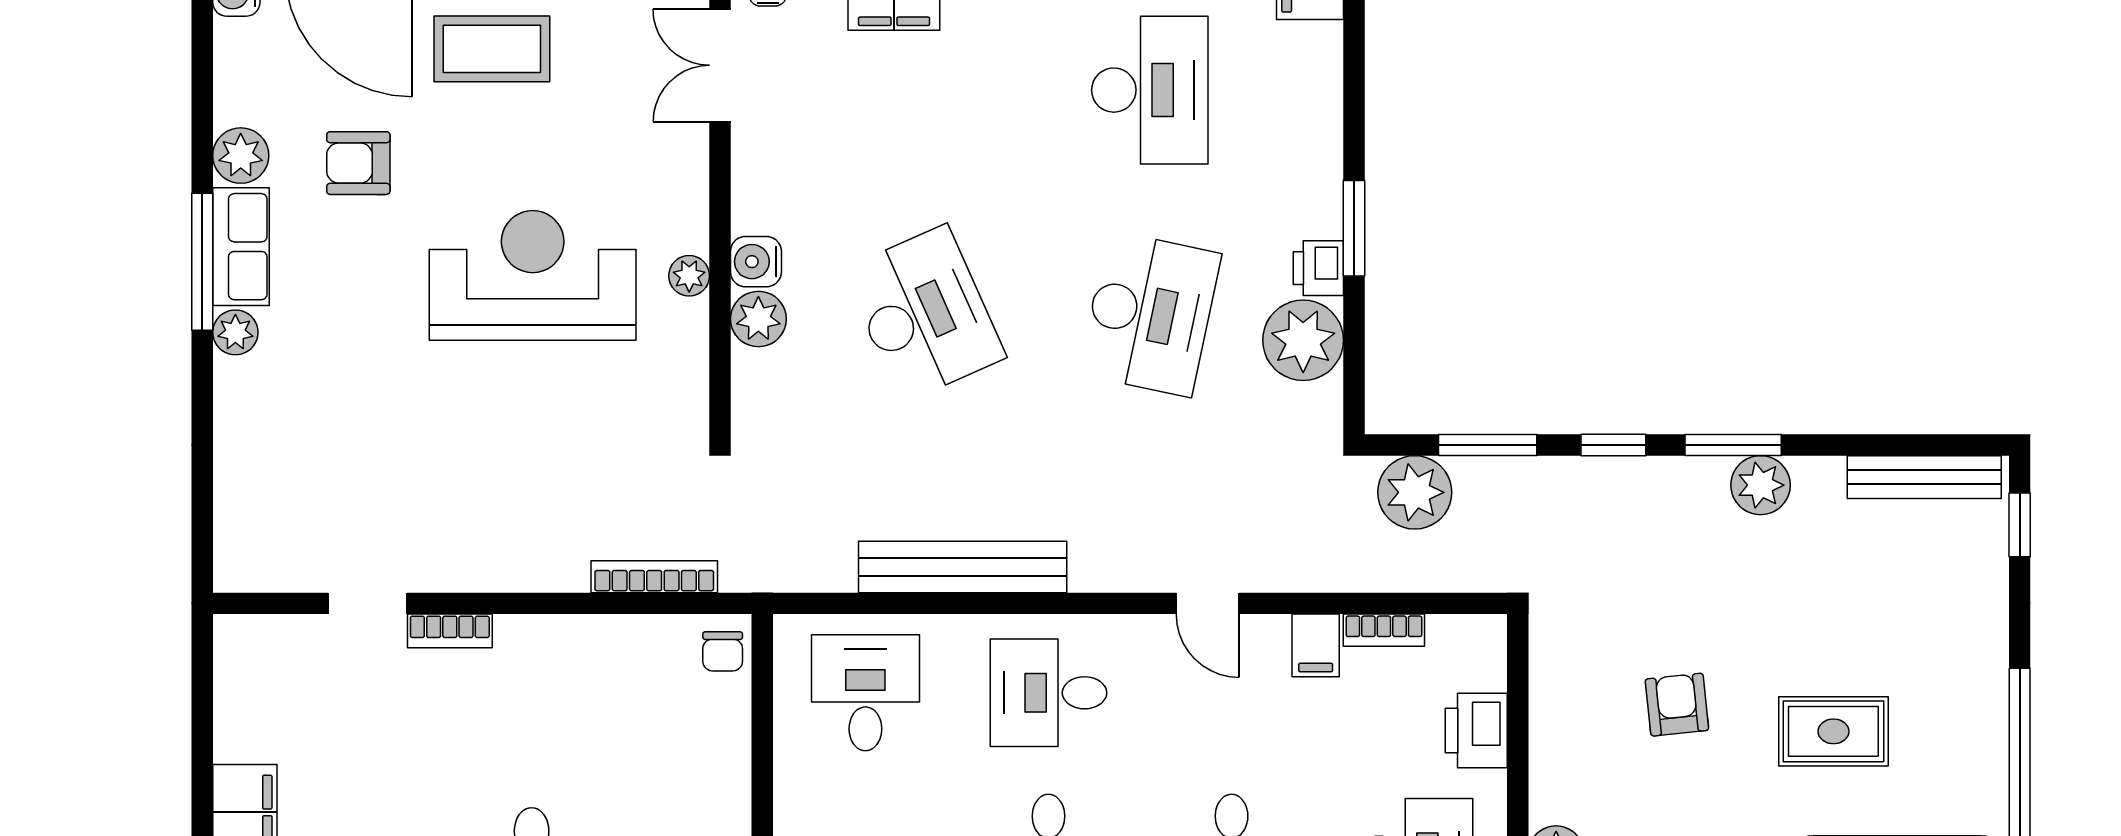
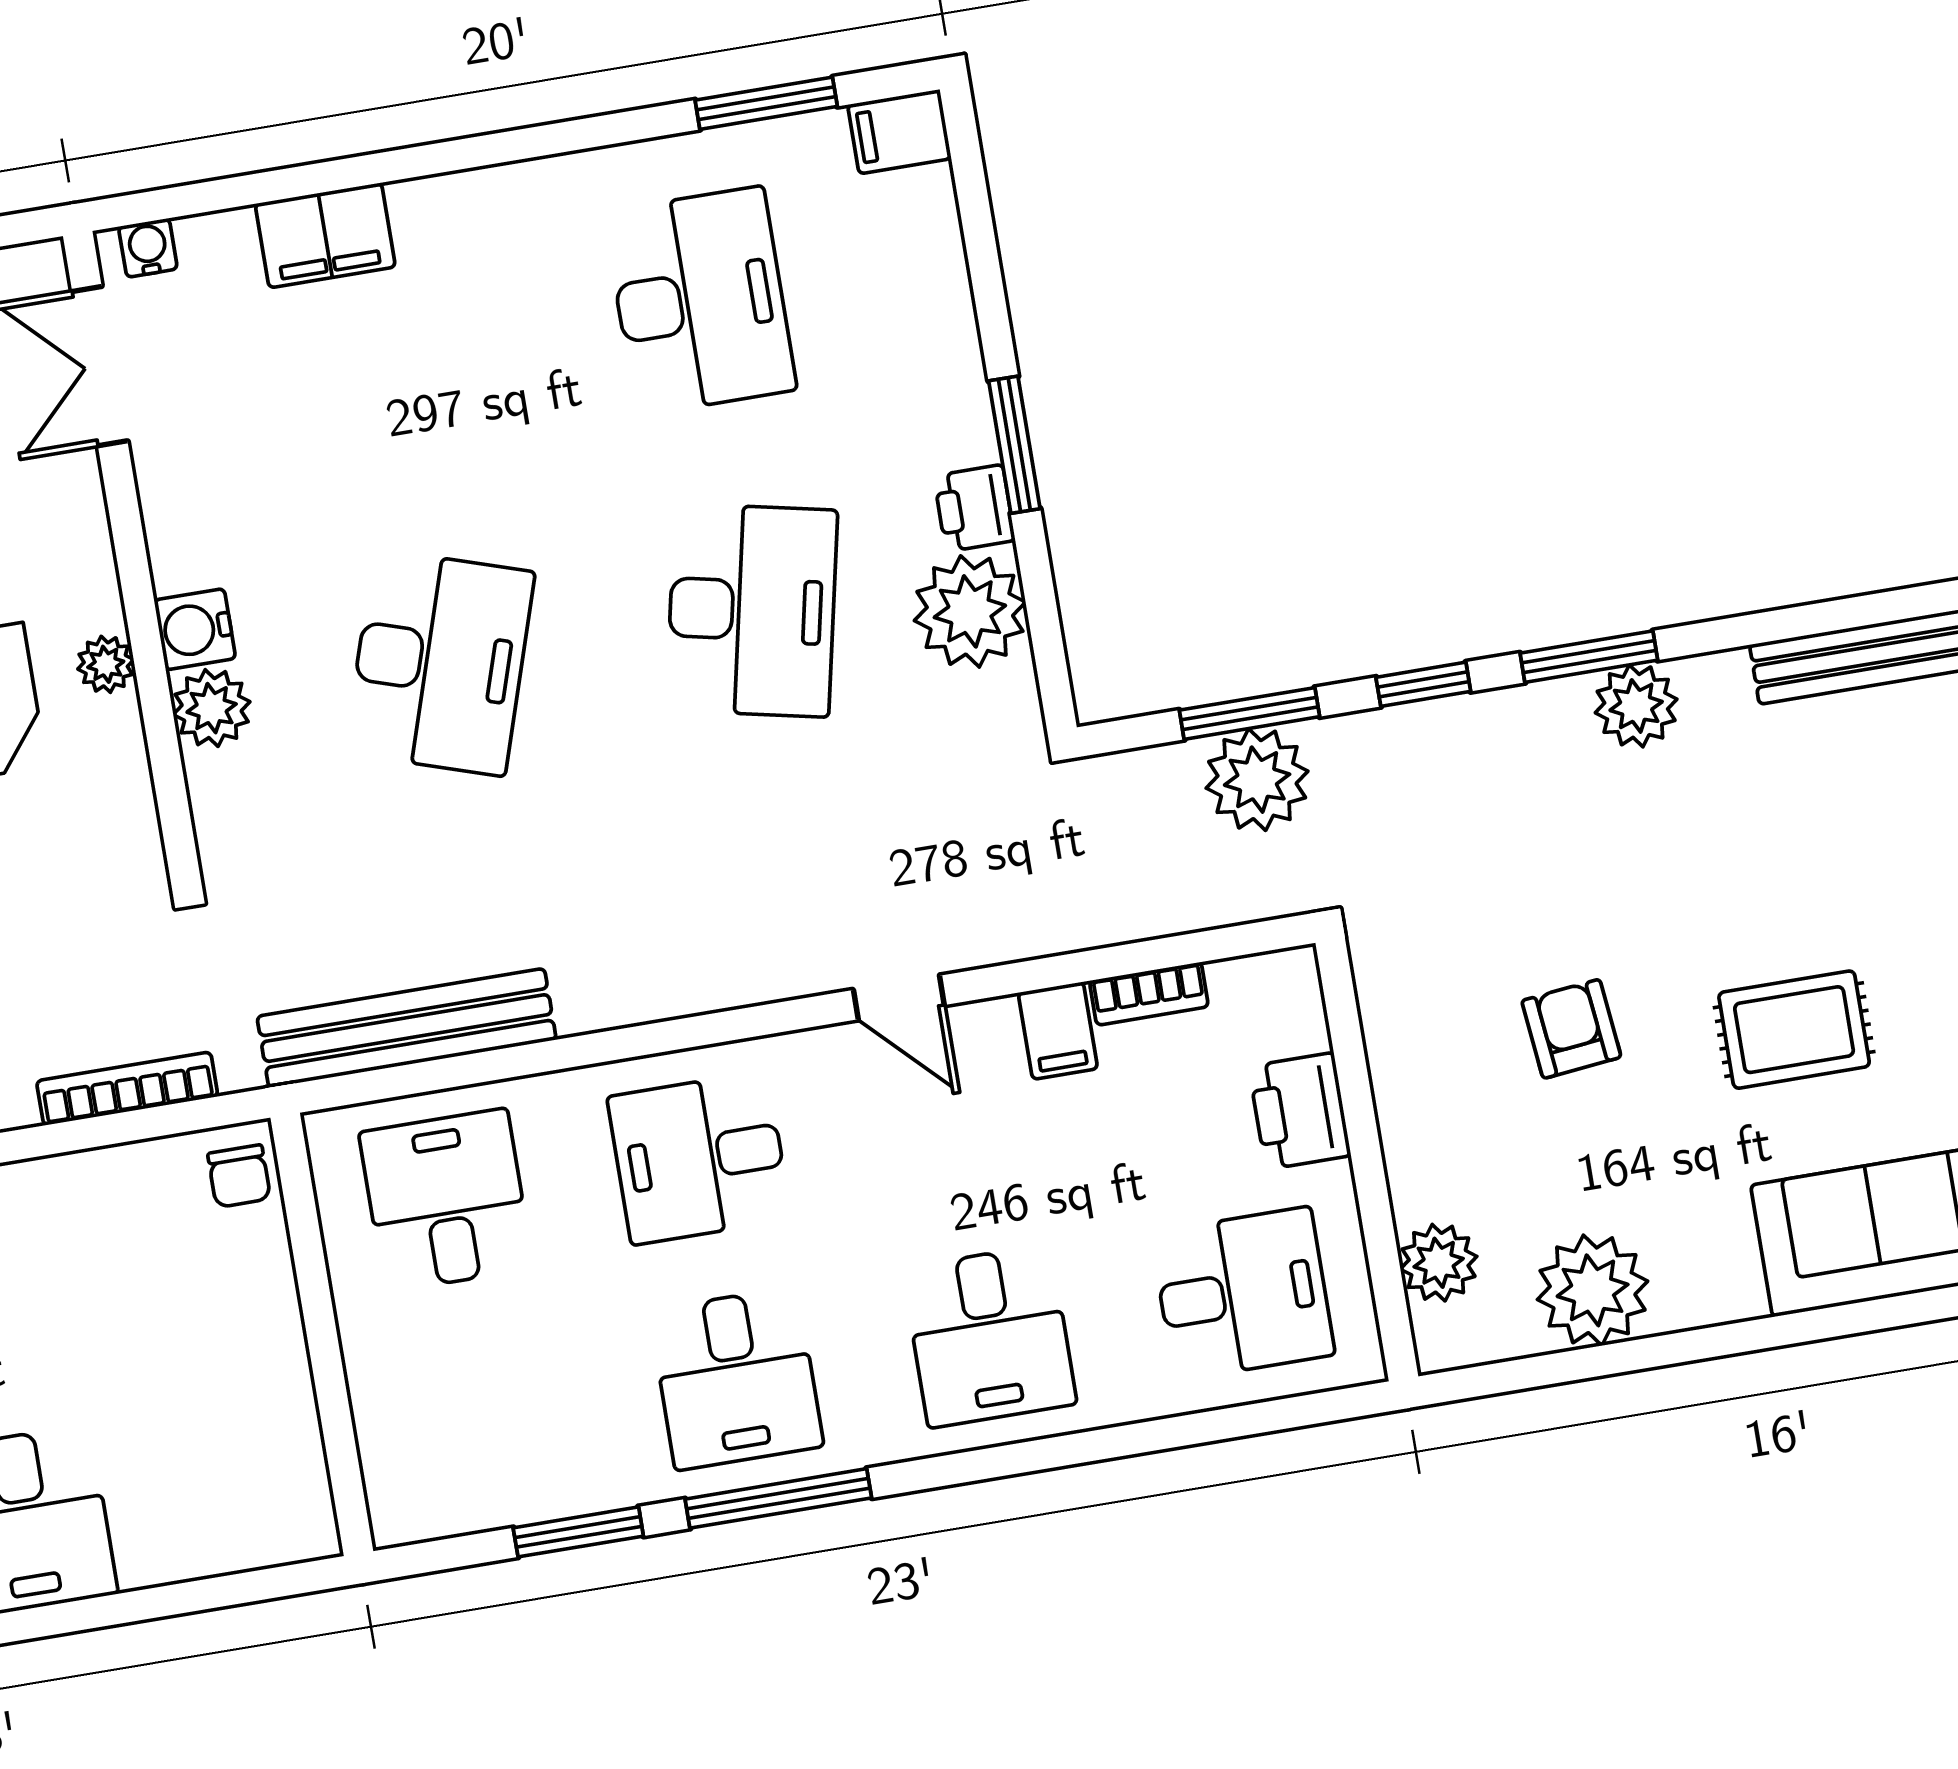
desk: (924, 314) -> (440, 662), turned 42
plant: (1415, 492) -> (1257, 780), moved
bench: (963, 567) -> (407, 1028), moved

